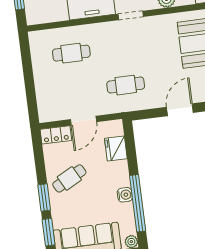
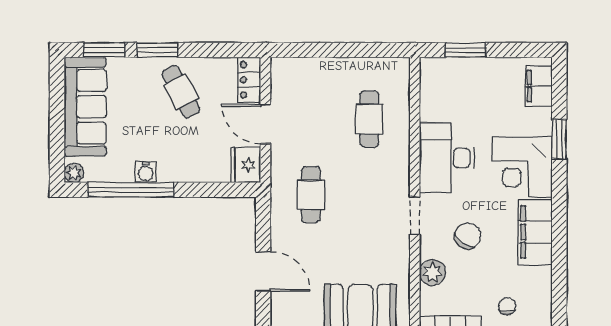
fridge: (116, 149) -> (246, 165), moved, turned -90

